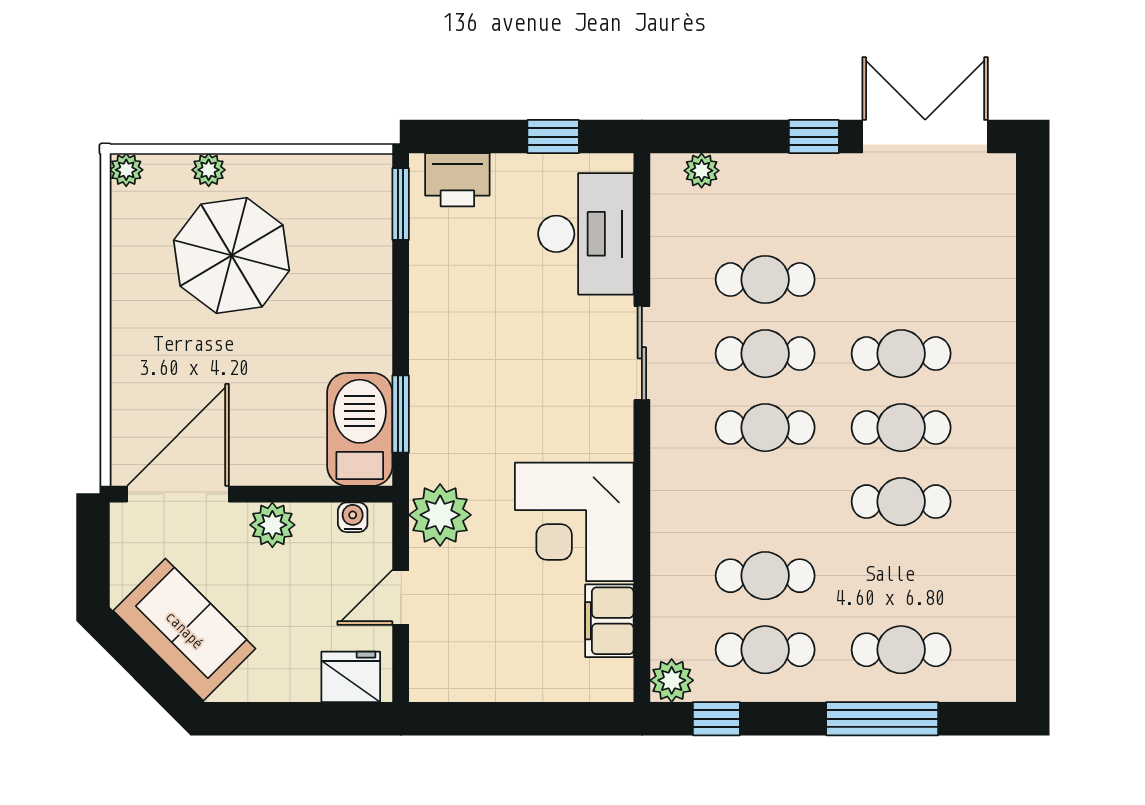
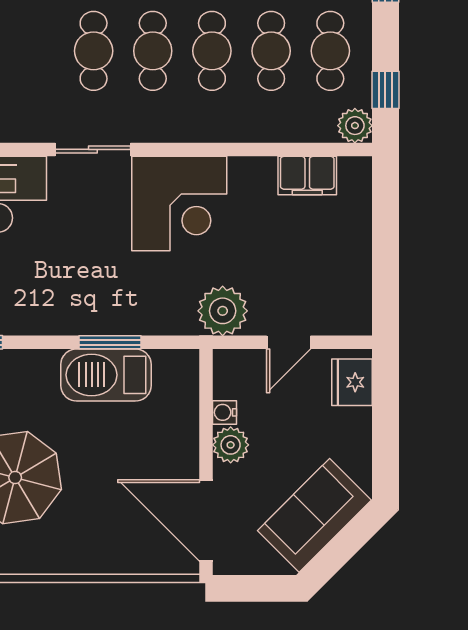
cafe table: (765, 280) -> (212, 51), moved
window: (401, 414) -> (110, 342), moved
barbecue: (360, 429) -> (106, 375), moved
water cooler: (353, 517) -> (224, 412), moved
corner desk: (574, 522) -> (179, 204), moved
door: (401, 597) -> (289, 342), hinge flipped

